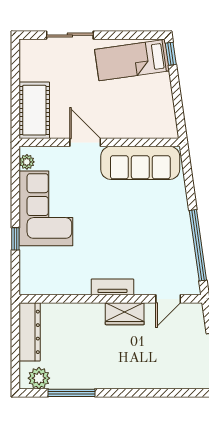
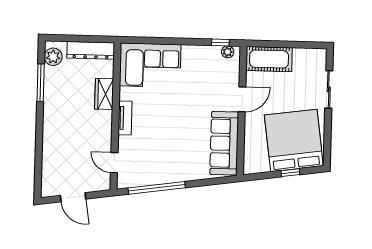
window: (171, 54) -> (290, 173), moved
bed: (132, 60) -> (294, 140), width x2.04
corner sofa: (46, 208) -> (150, 65), moved
window: (15, 239) -> (220, 43), moved
wardrobe: (125, 314) -> (104, 94), moved

